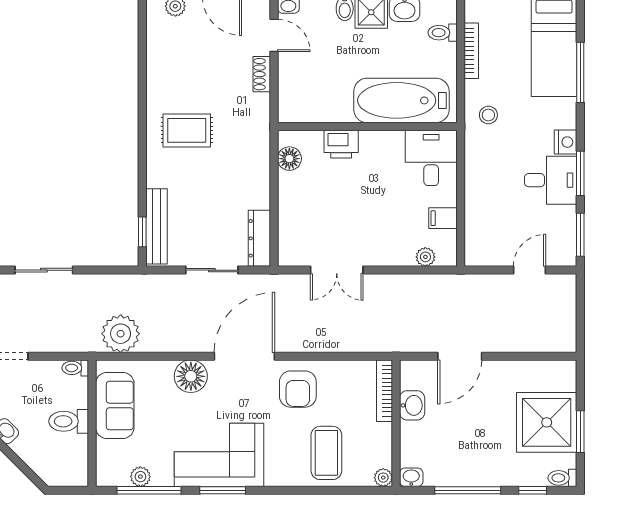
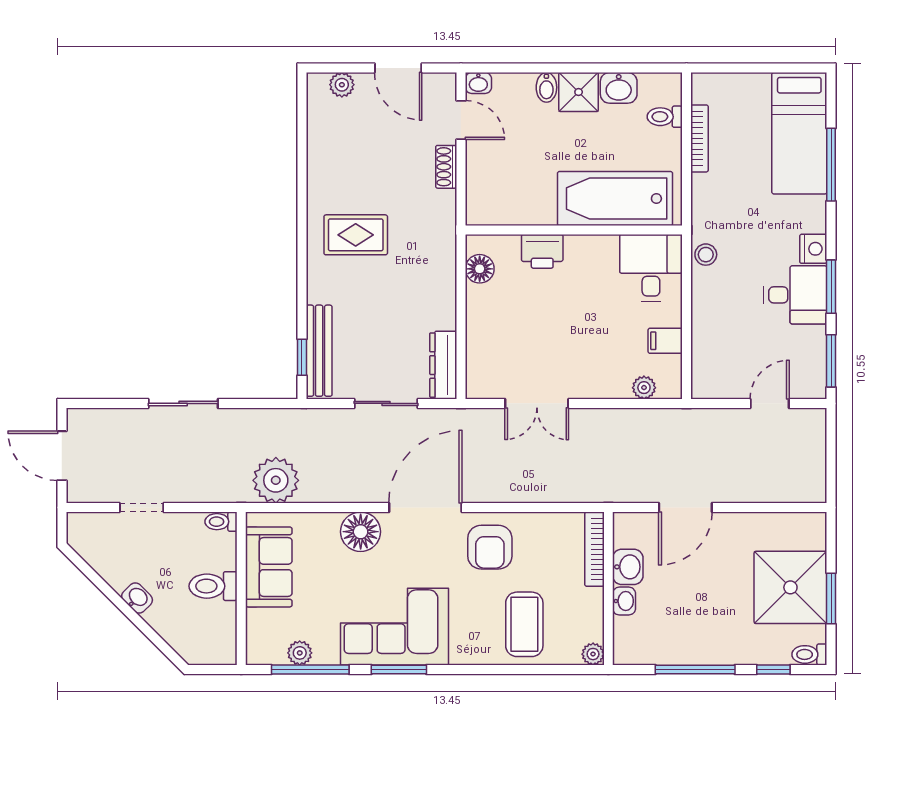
stool: (488, 115) -> (706, 255), moved
washbasin: (411, 477) -> (624, 601), moved, turned 90

